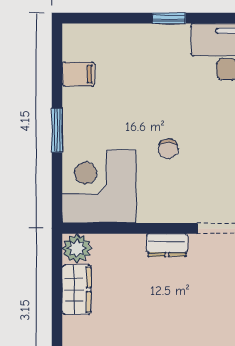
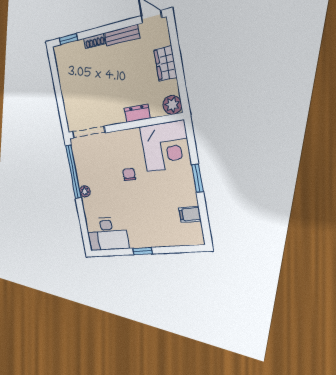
dresser: (167, 245) -> (137, 113), moved
wardrobe: (77, 290) -> (165, 63), moved

